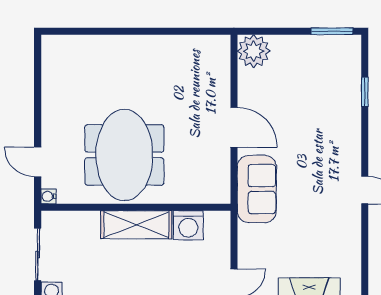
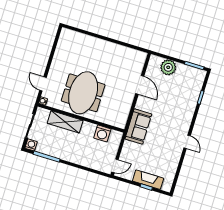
plant: (254, 51) -> (168, 67), moved
door: (234, 127) -> (140, 85), moved
shelving: (136, 225) -> (65, 122), moved

